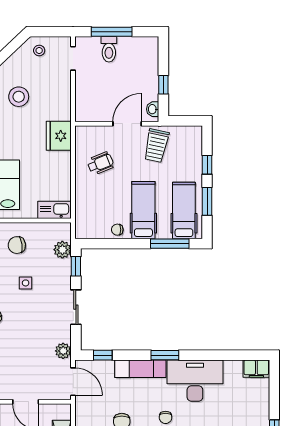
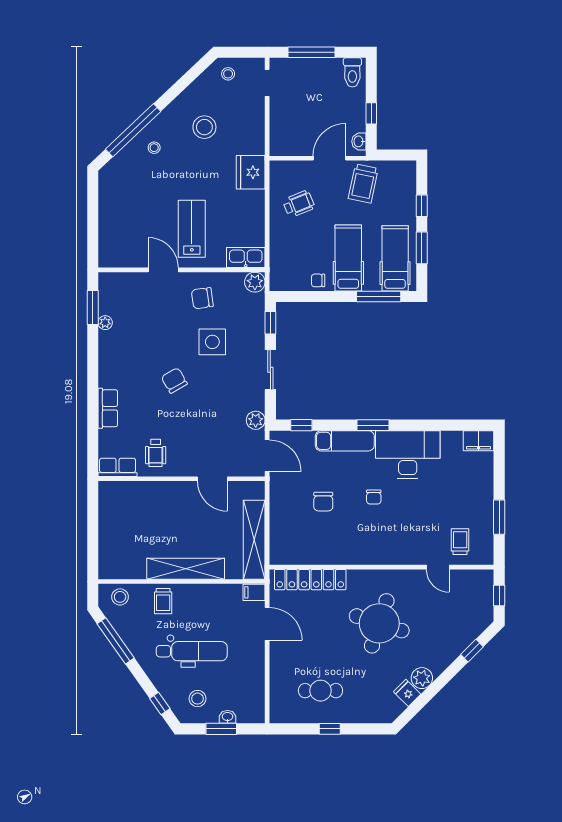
toilet: (109, 49) -> (352, 72), moved
plant: (62, 250) -> (255, 282), moved
side table: (26, 283) -> (212, 342), width x1.87, depth x1.87

